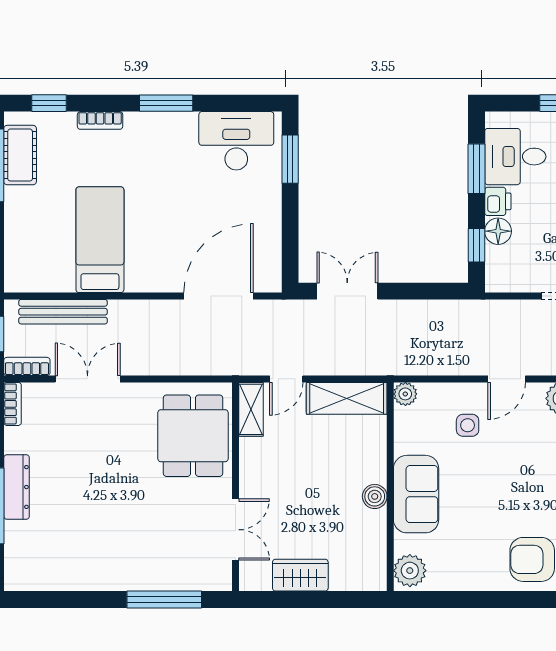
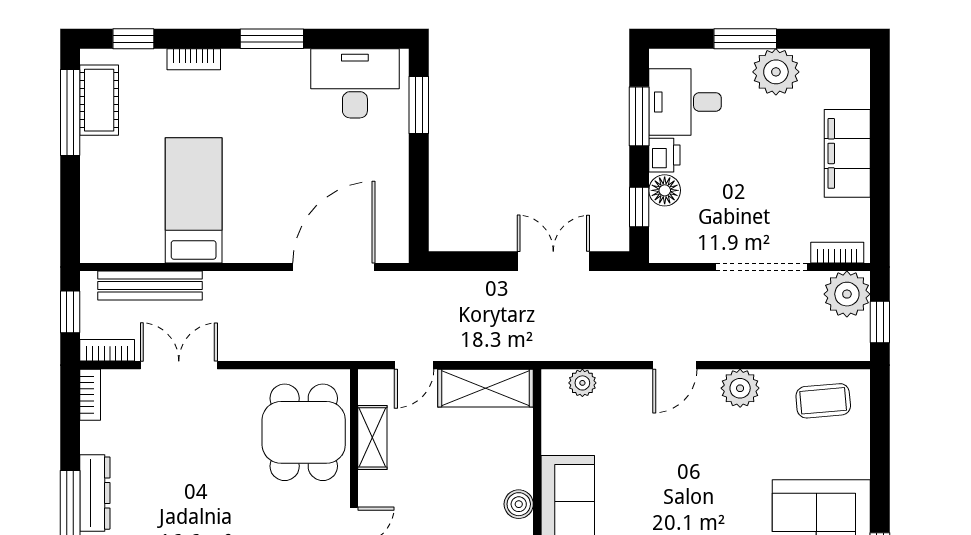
double door: (347, 291) -> (553, 261), moved
plant: (405, 394) -> (582, 383), moved
shelving: (251, 409) -> (372, 437), moved
side table: (468, 425) -> (629, 420), removed

